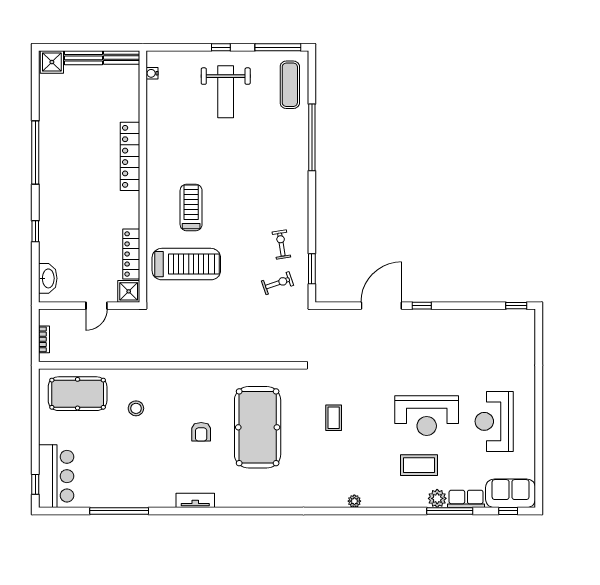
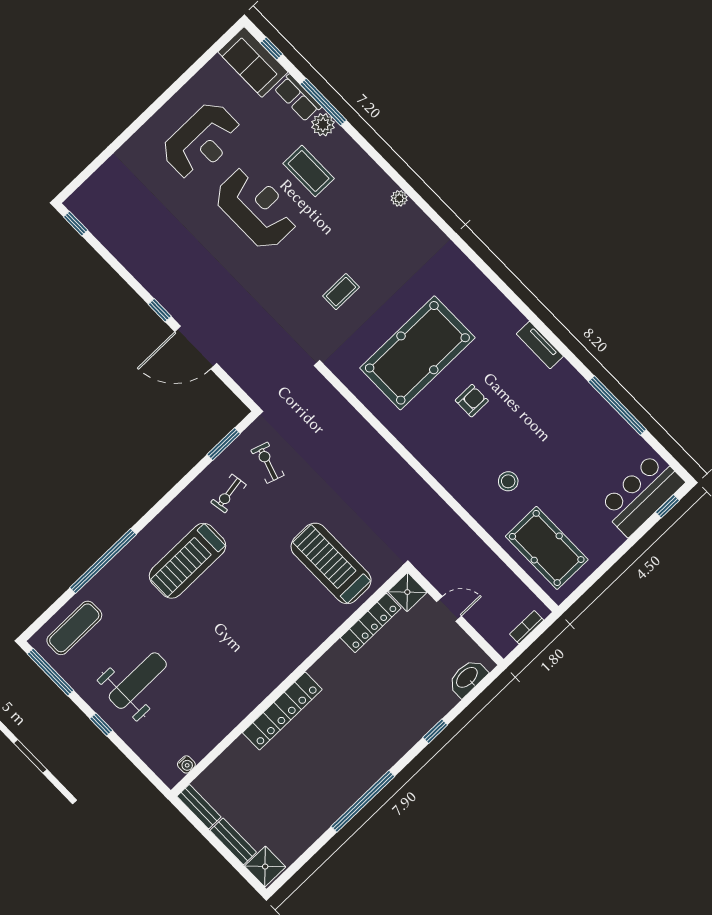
treadmill: (191, 207) -> (188, 561), moved, width x1.37, depth x1.38
exercise bike: (278, 283) -> (267, 463), turned 37

